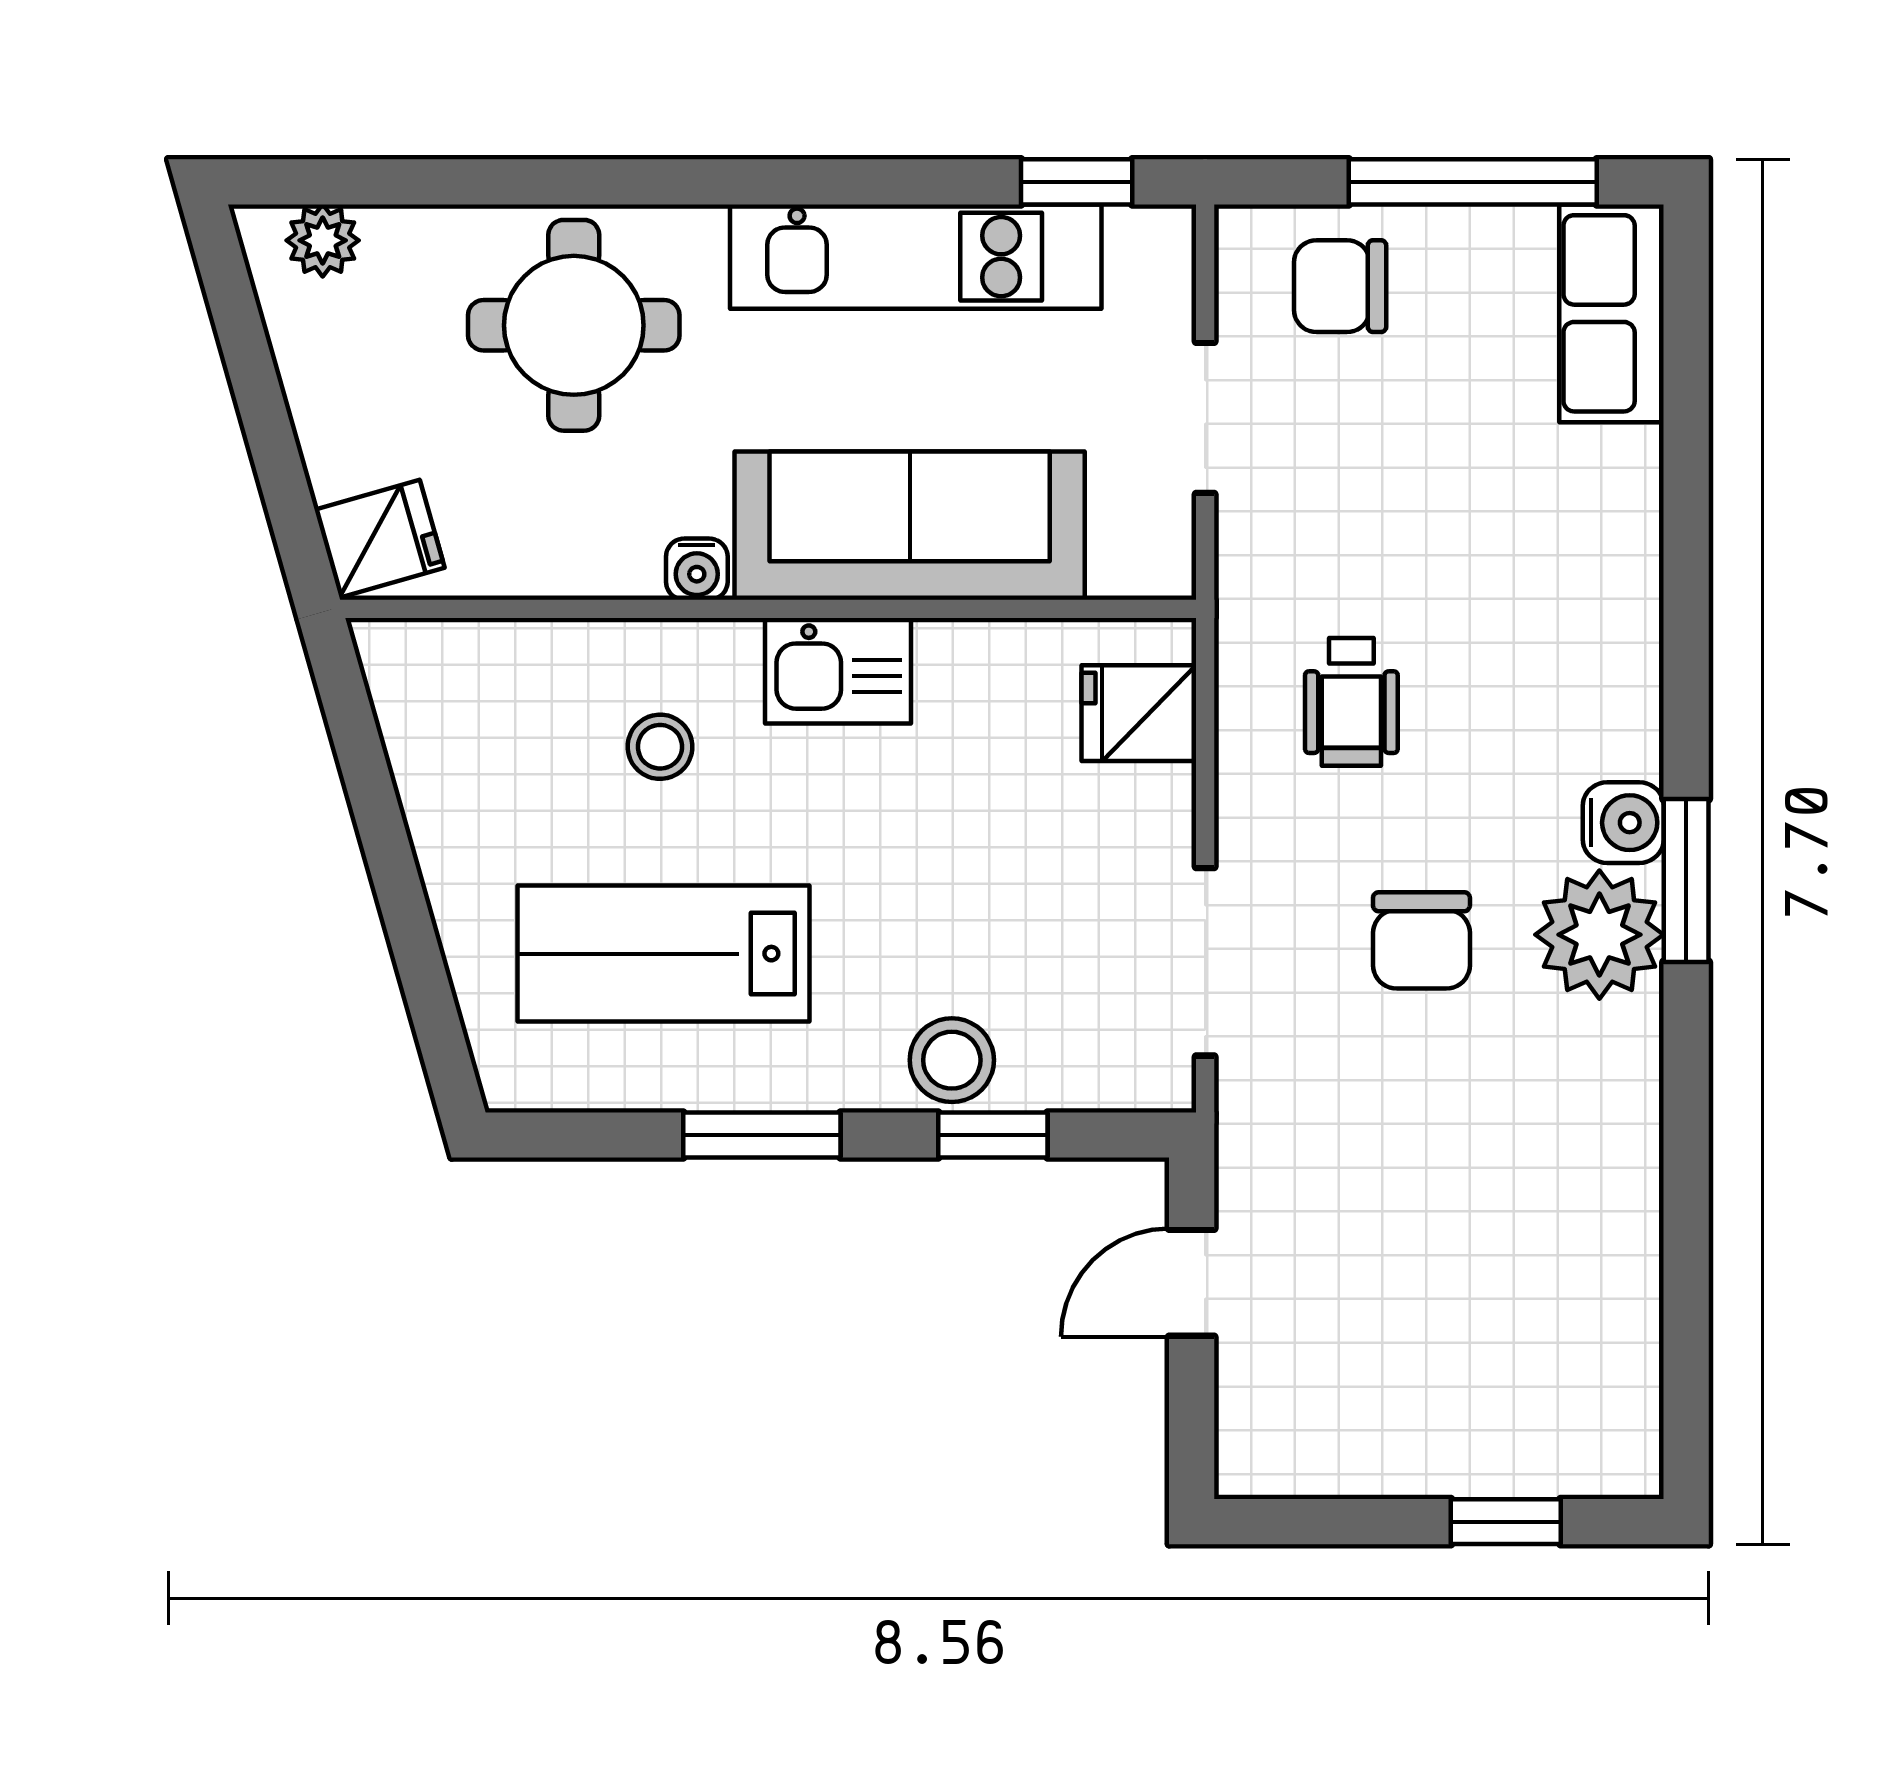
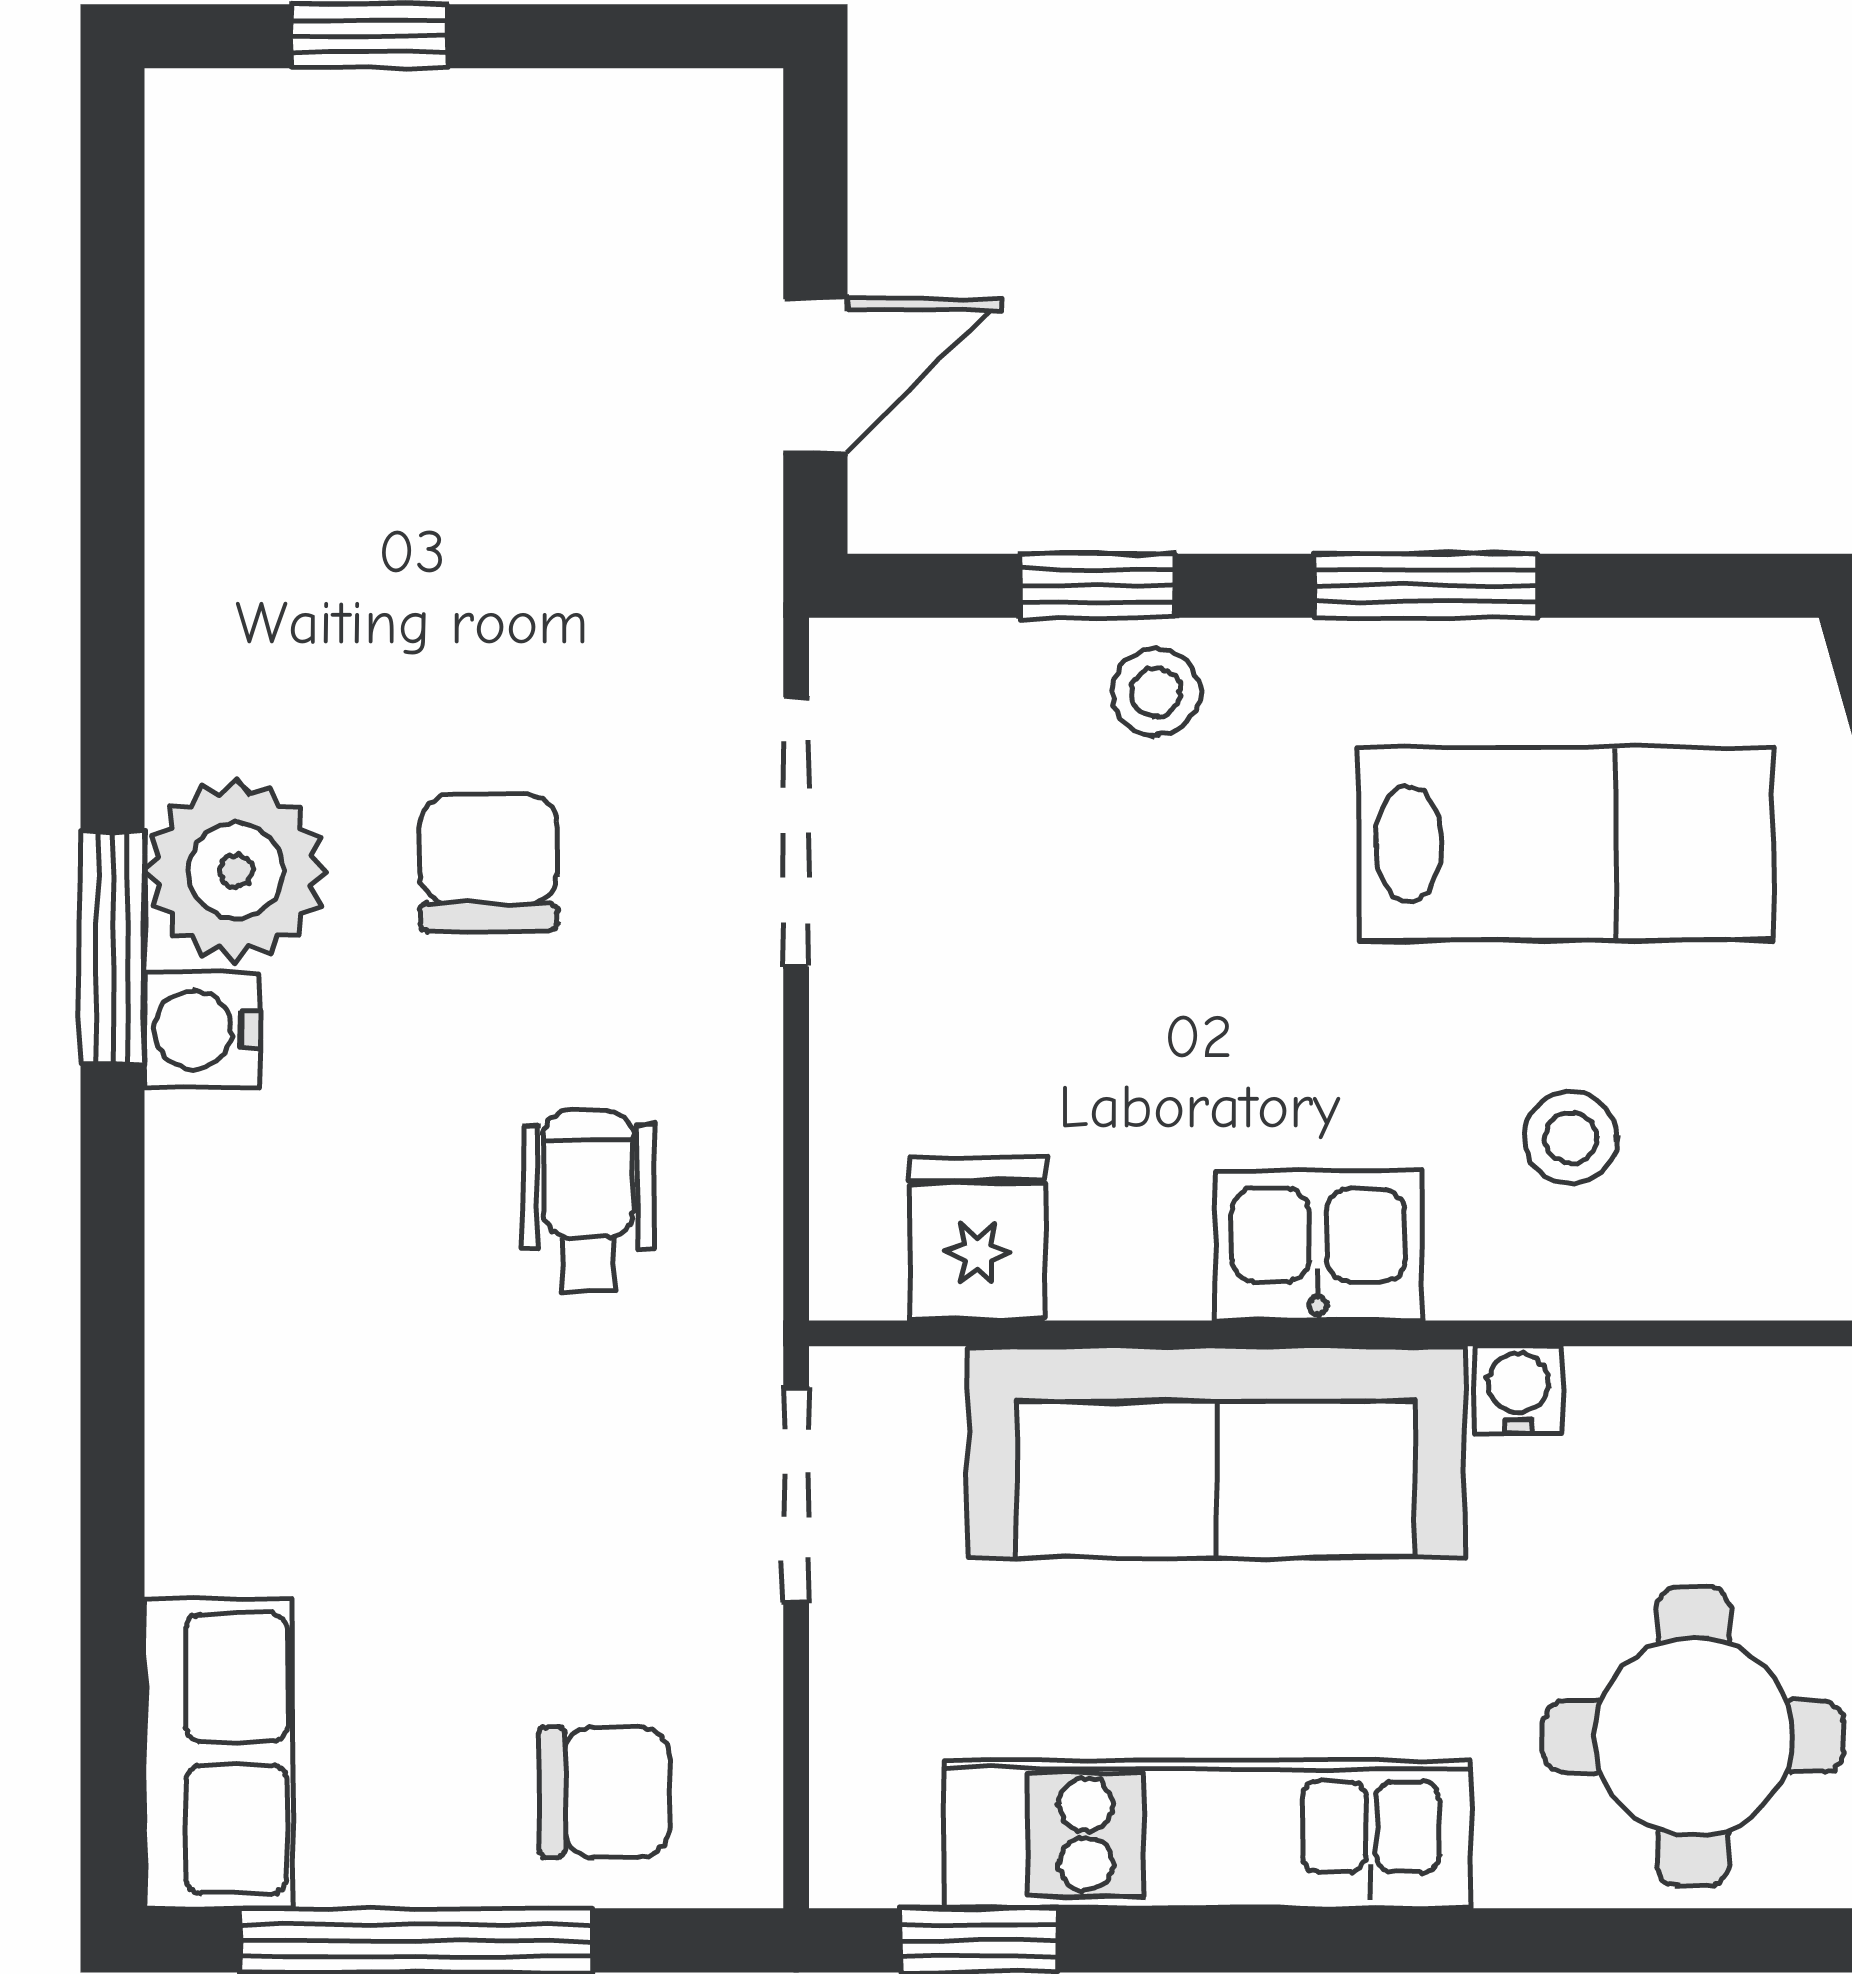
doorway: (1205, 418) -> (796, 1494), moved
fridge: (1139, 713) -> (978, 1239), moved, turned -90
stool: (952, 1060) -> (1156, 692), width x0.73, depth x0.73

